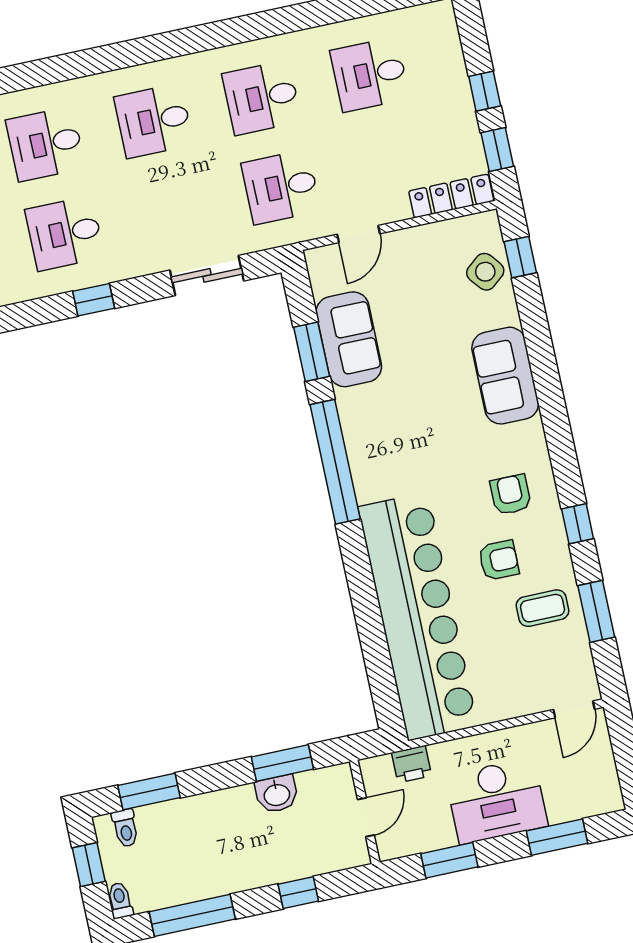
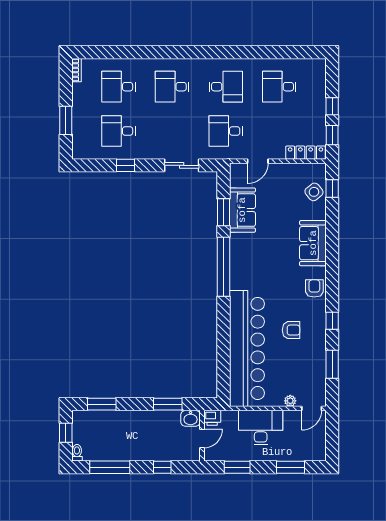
desk: (262, 98) -> (226, 87), turned 180
armchair: (511, 495) -> (314, 288), moved
coffee table: (543, 608) -> (307, 357), removed
plant: (528, 703) -> (290, 401), added
printer: (412, 764) -> (212, 418), moved
washbasin: (277, 794) -> (191, 418), moved
desk: (497, 801) -> (261, 428), moved, turned 180
toilet: (125, 828) -> (87, 419), removed

